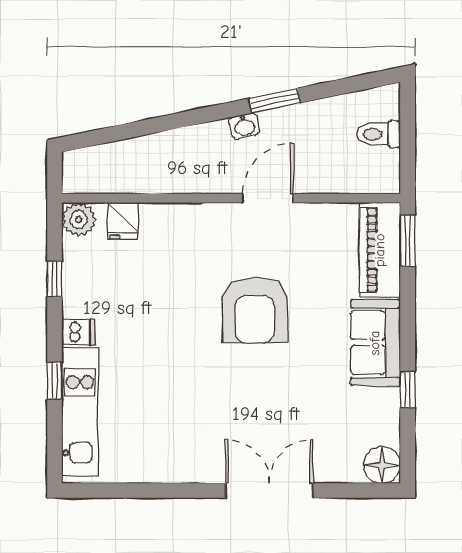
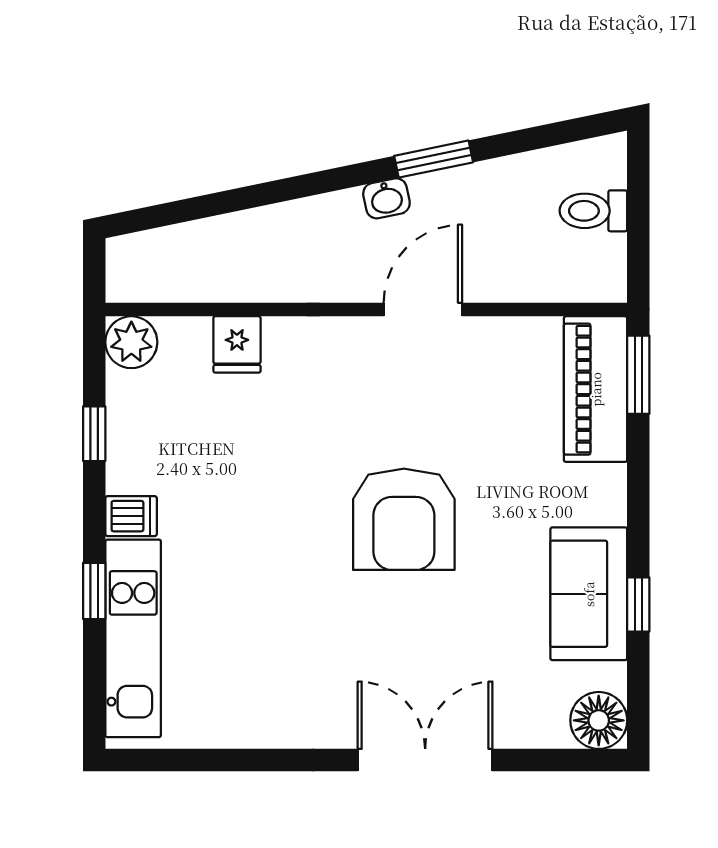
fridge: (123, 221) -> (237, 344), moved
armchair: (255, 310) -> (404, 519), moved
sofa: (375, 343) -> (589, 594), moved

